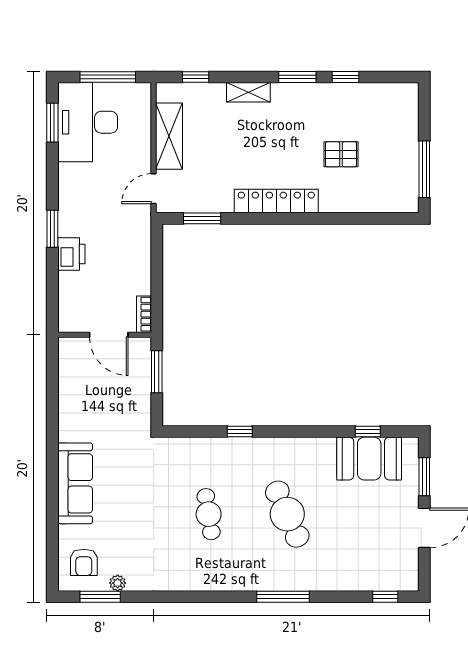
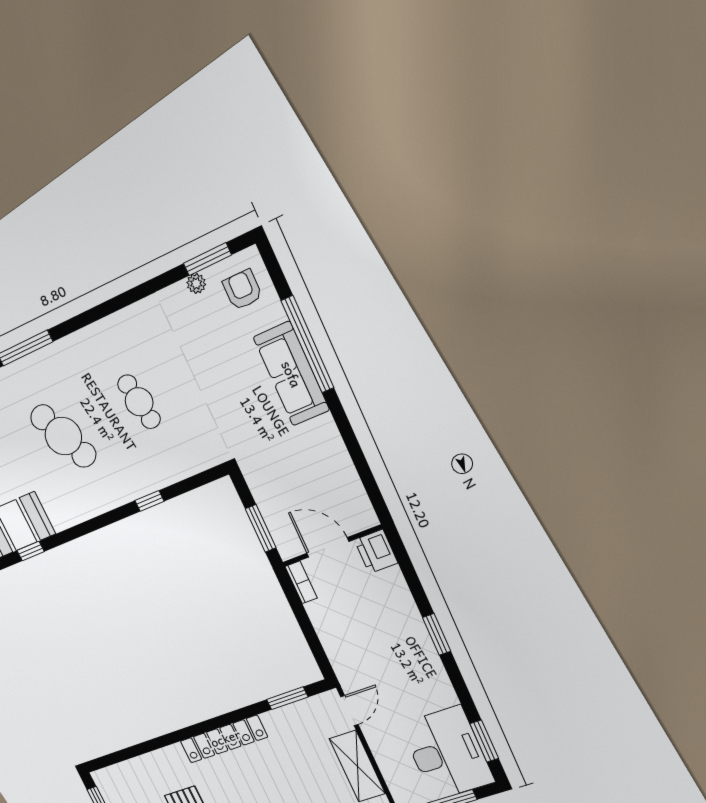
printer: (71, 254) -> (376, 551), moved
window: (52, 500) -> (308, 344), added

